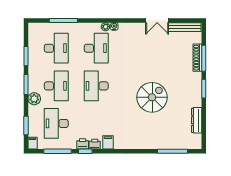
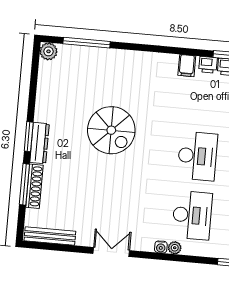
double door: (157, 20) -> (111, 252), moved
desk: (96, 48) -> (192, 215), turned 180
spiral stairs: (152, 97) -> (111, 130), turned -90
dresser: (197, 120) -> (39, 143), moved
plant: (196, 143) -> (48, 51), added

